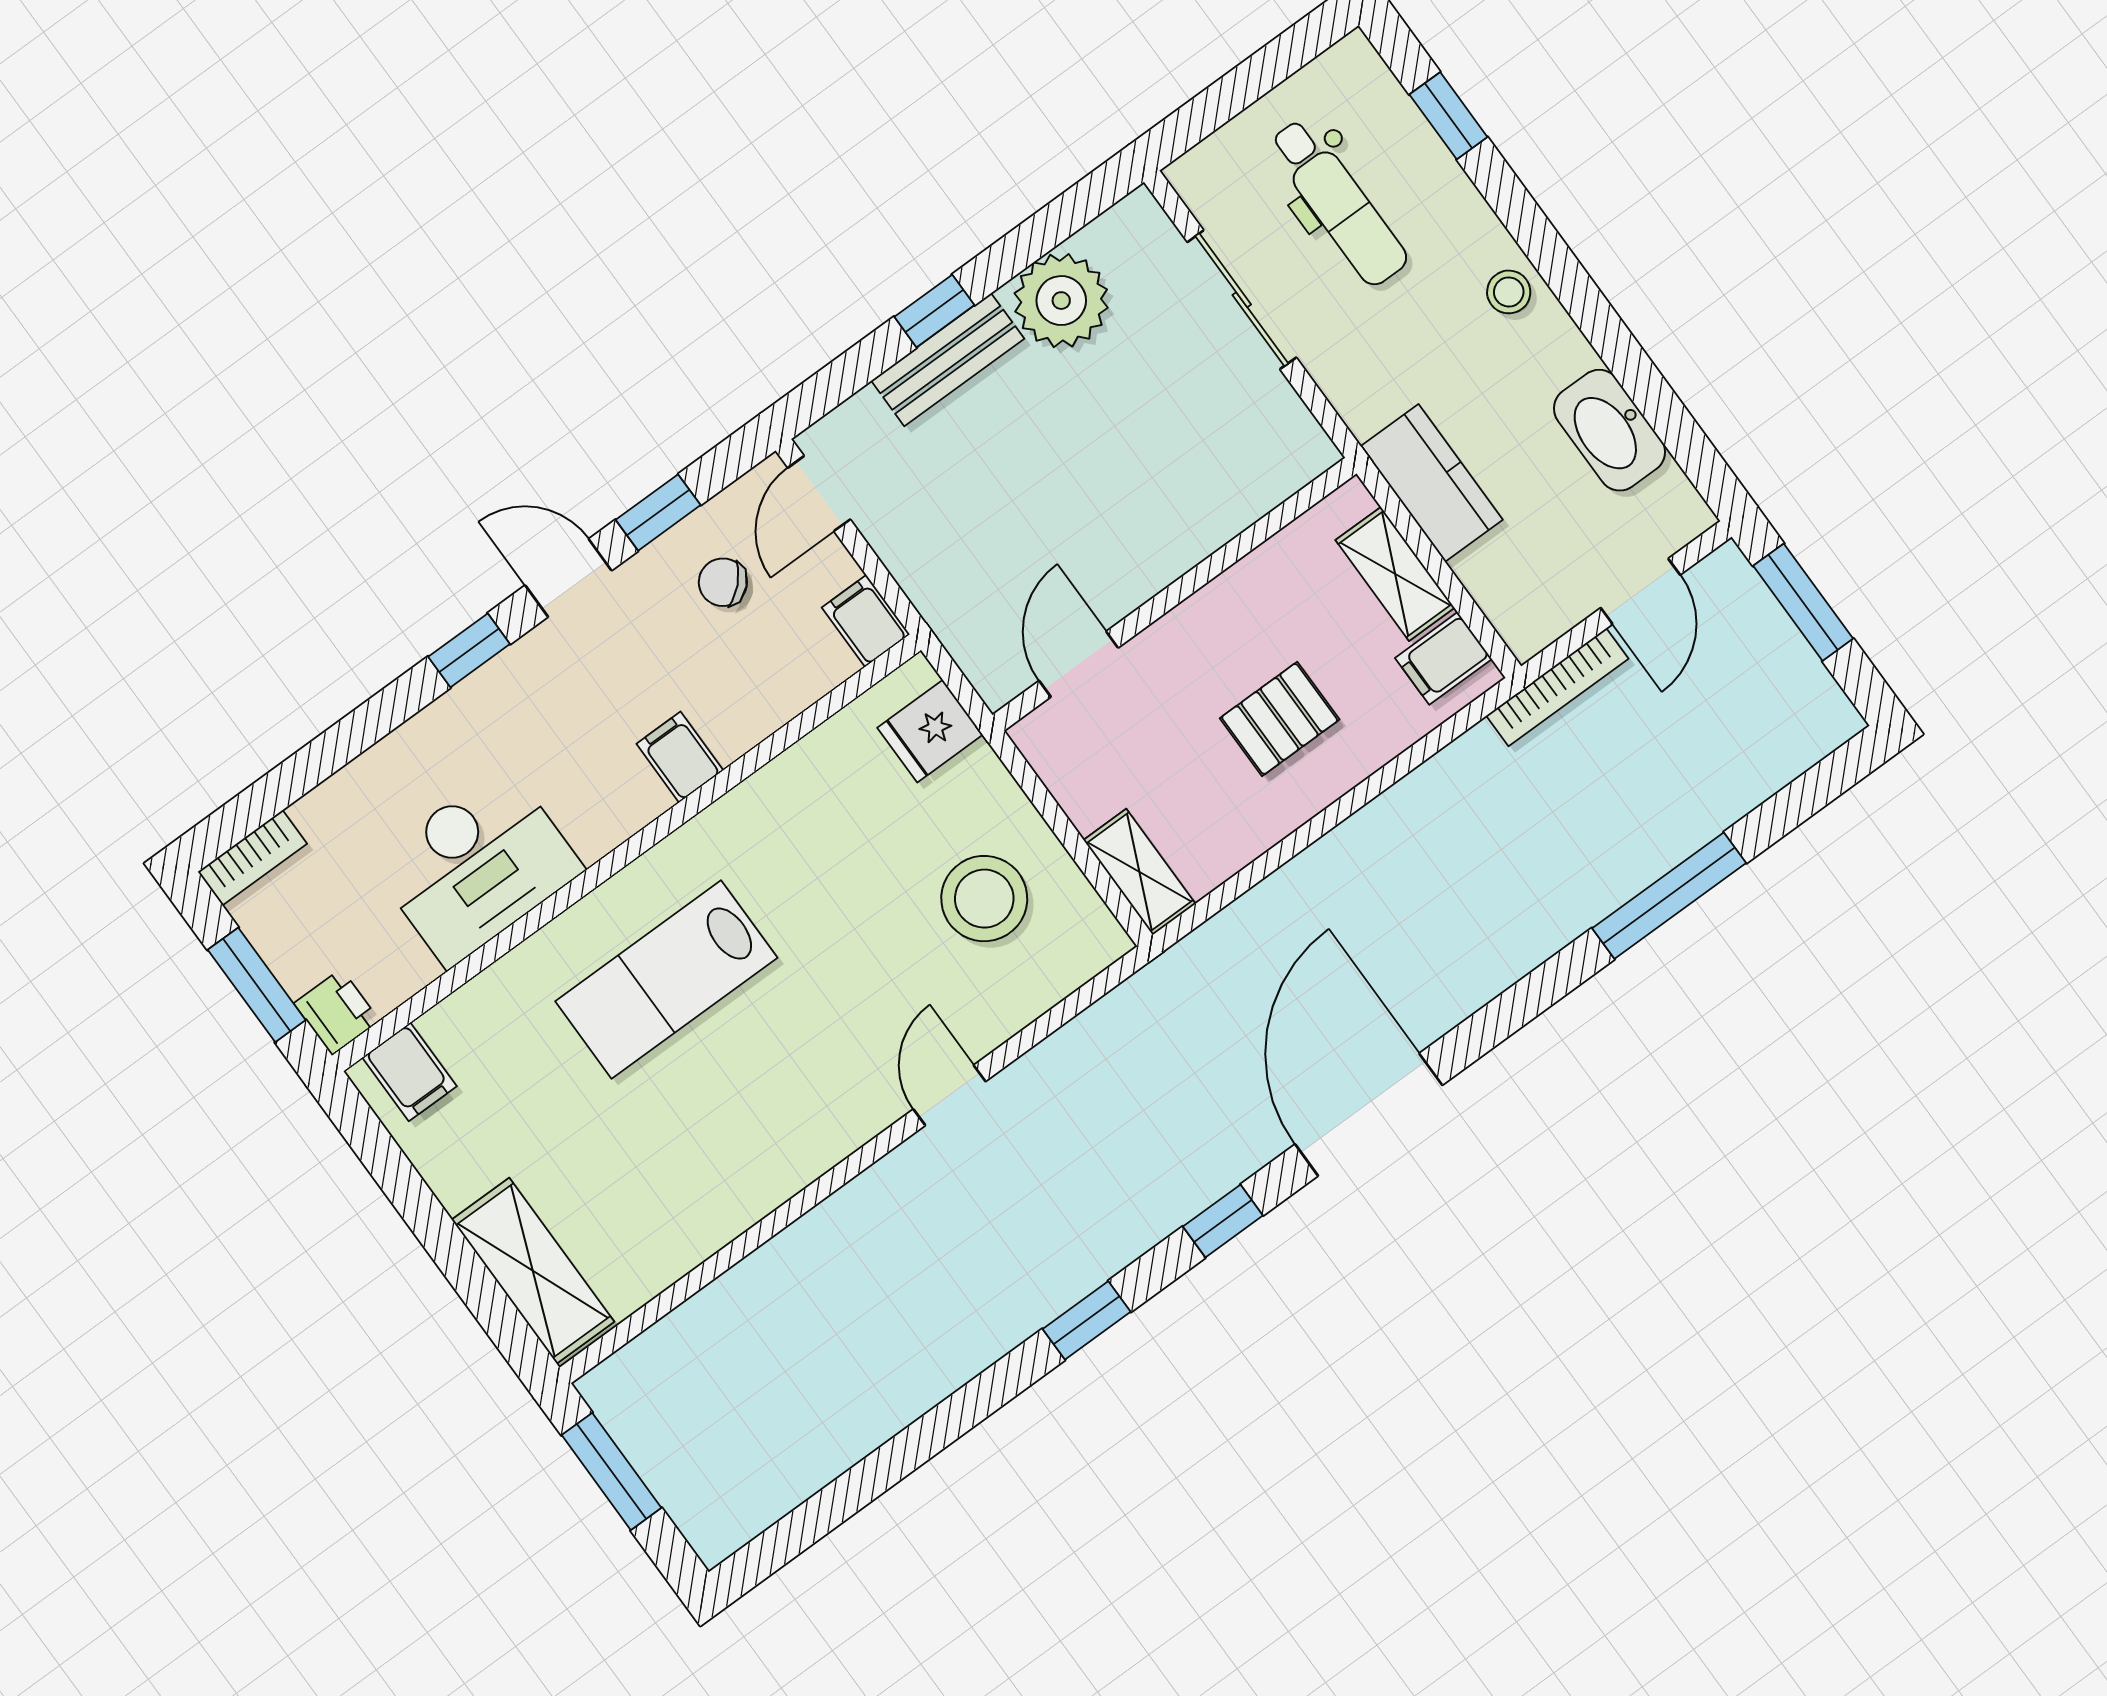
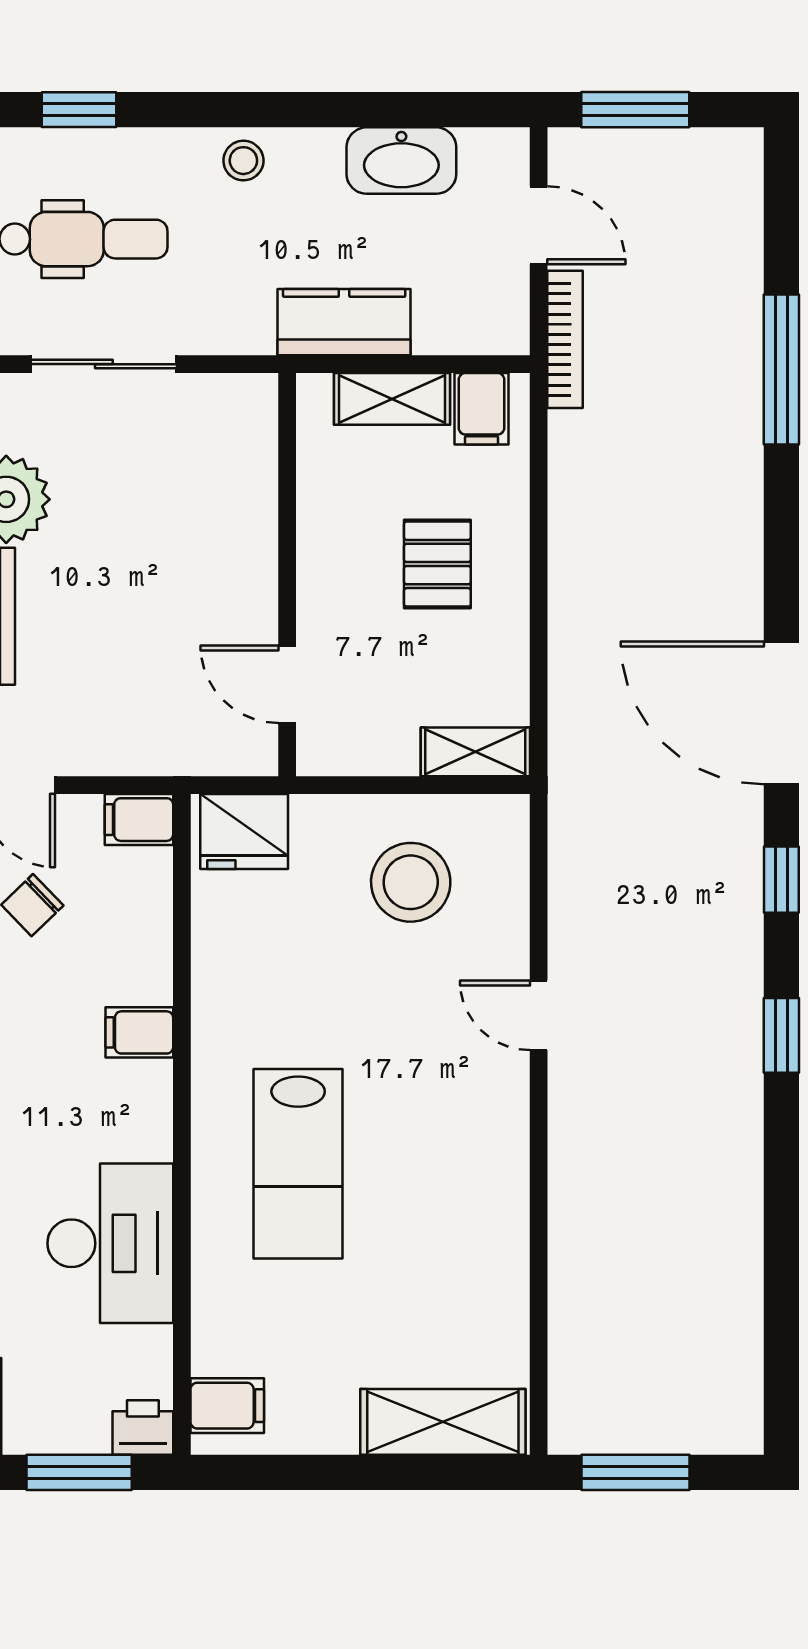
fridge: (930, 731) -> (244, 832), width x1.38

